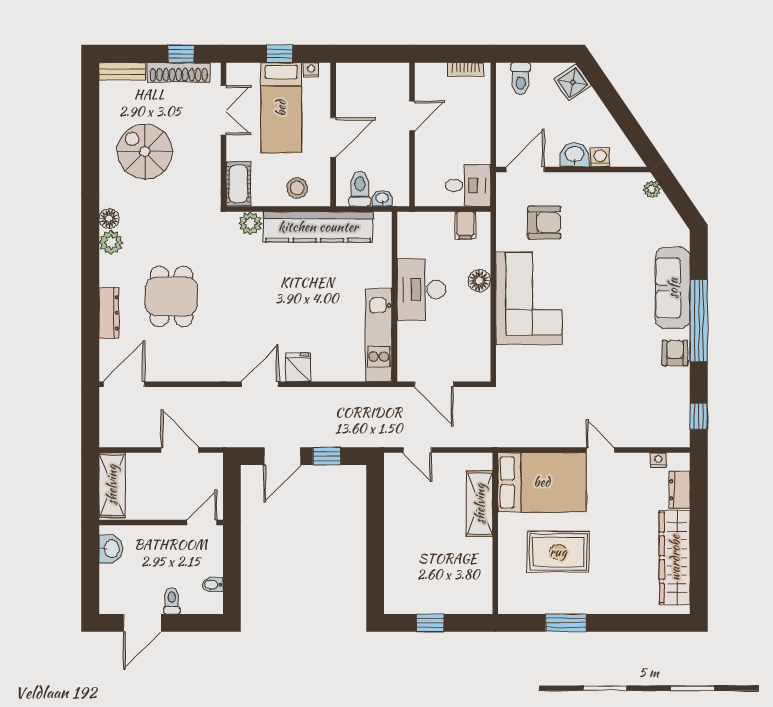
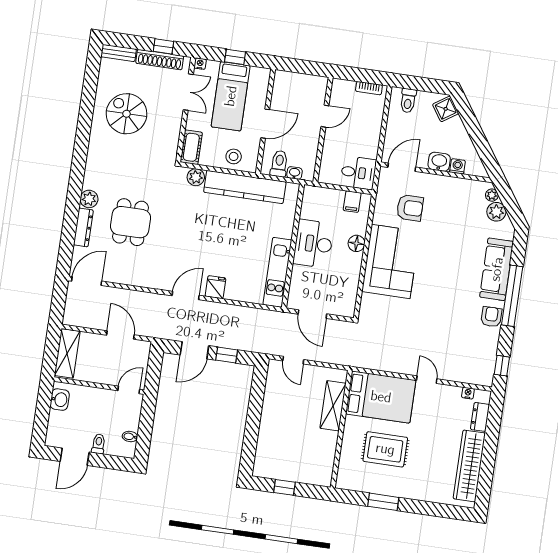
nightstand: (311, 70) -> (200, 64), moved
plant: (661, 211) -> (496, 212), added
floor lamp: (109, 219) -> (93, 159), removed
plant: (111, 242) -> (89, 199), moved

